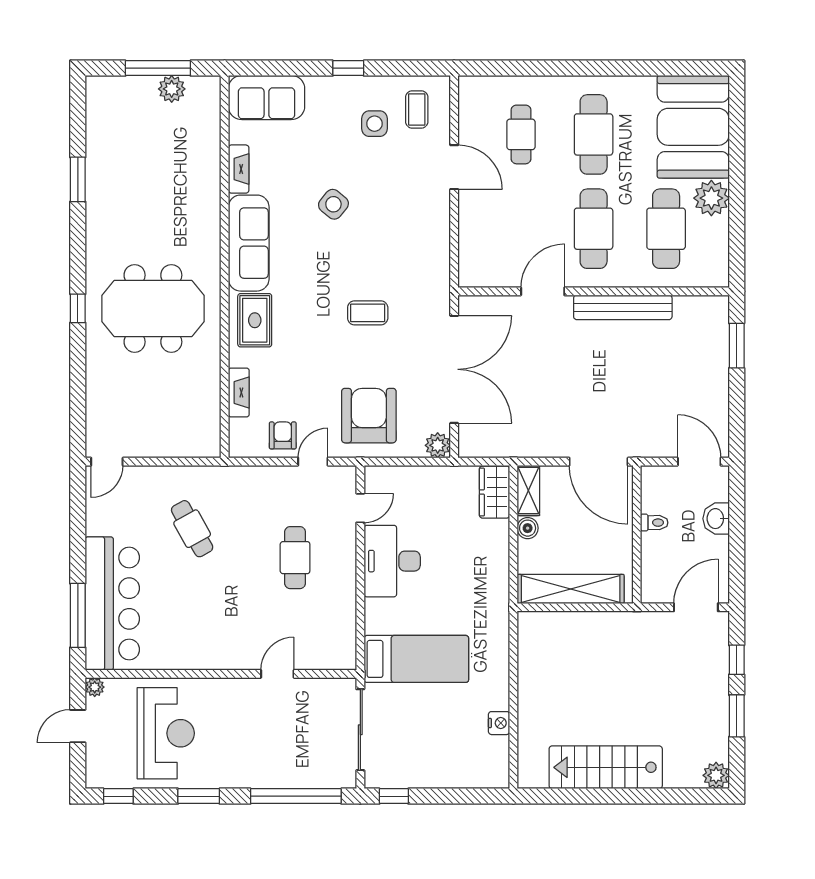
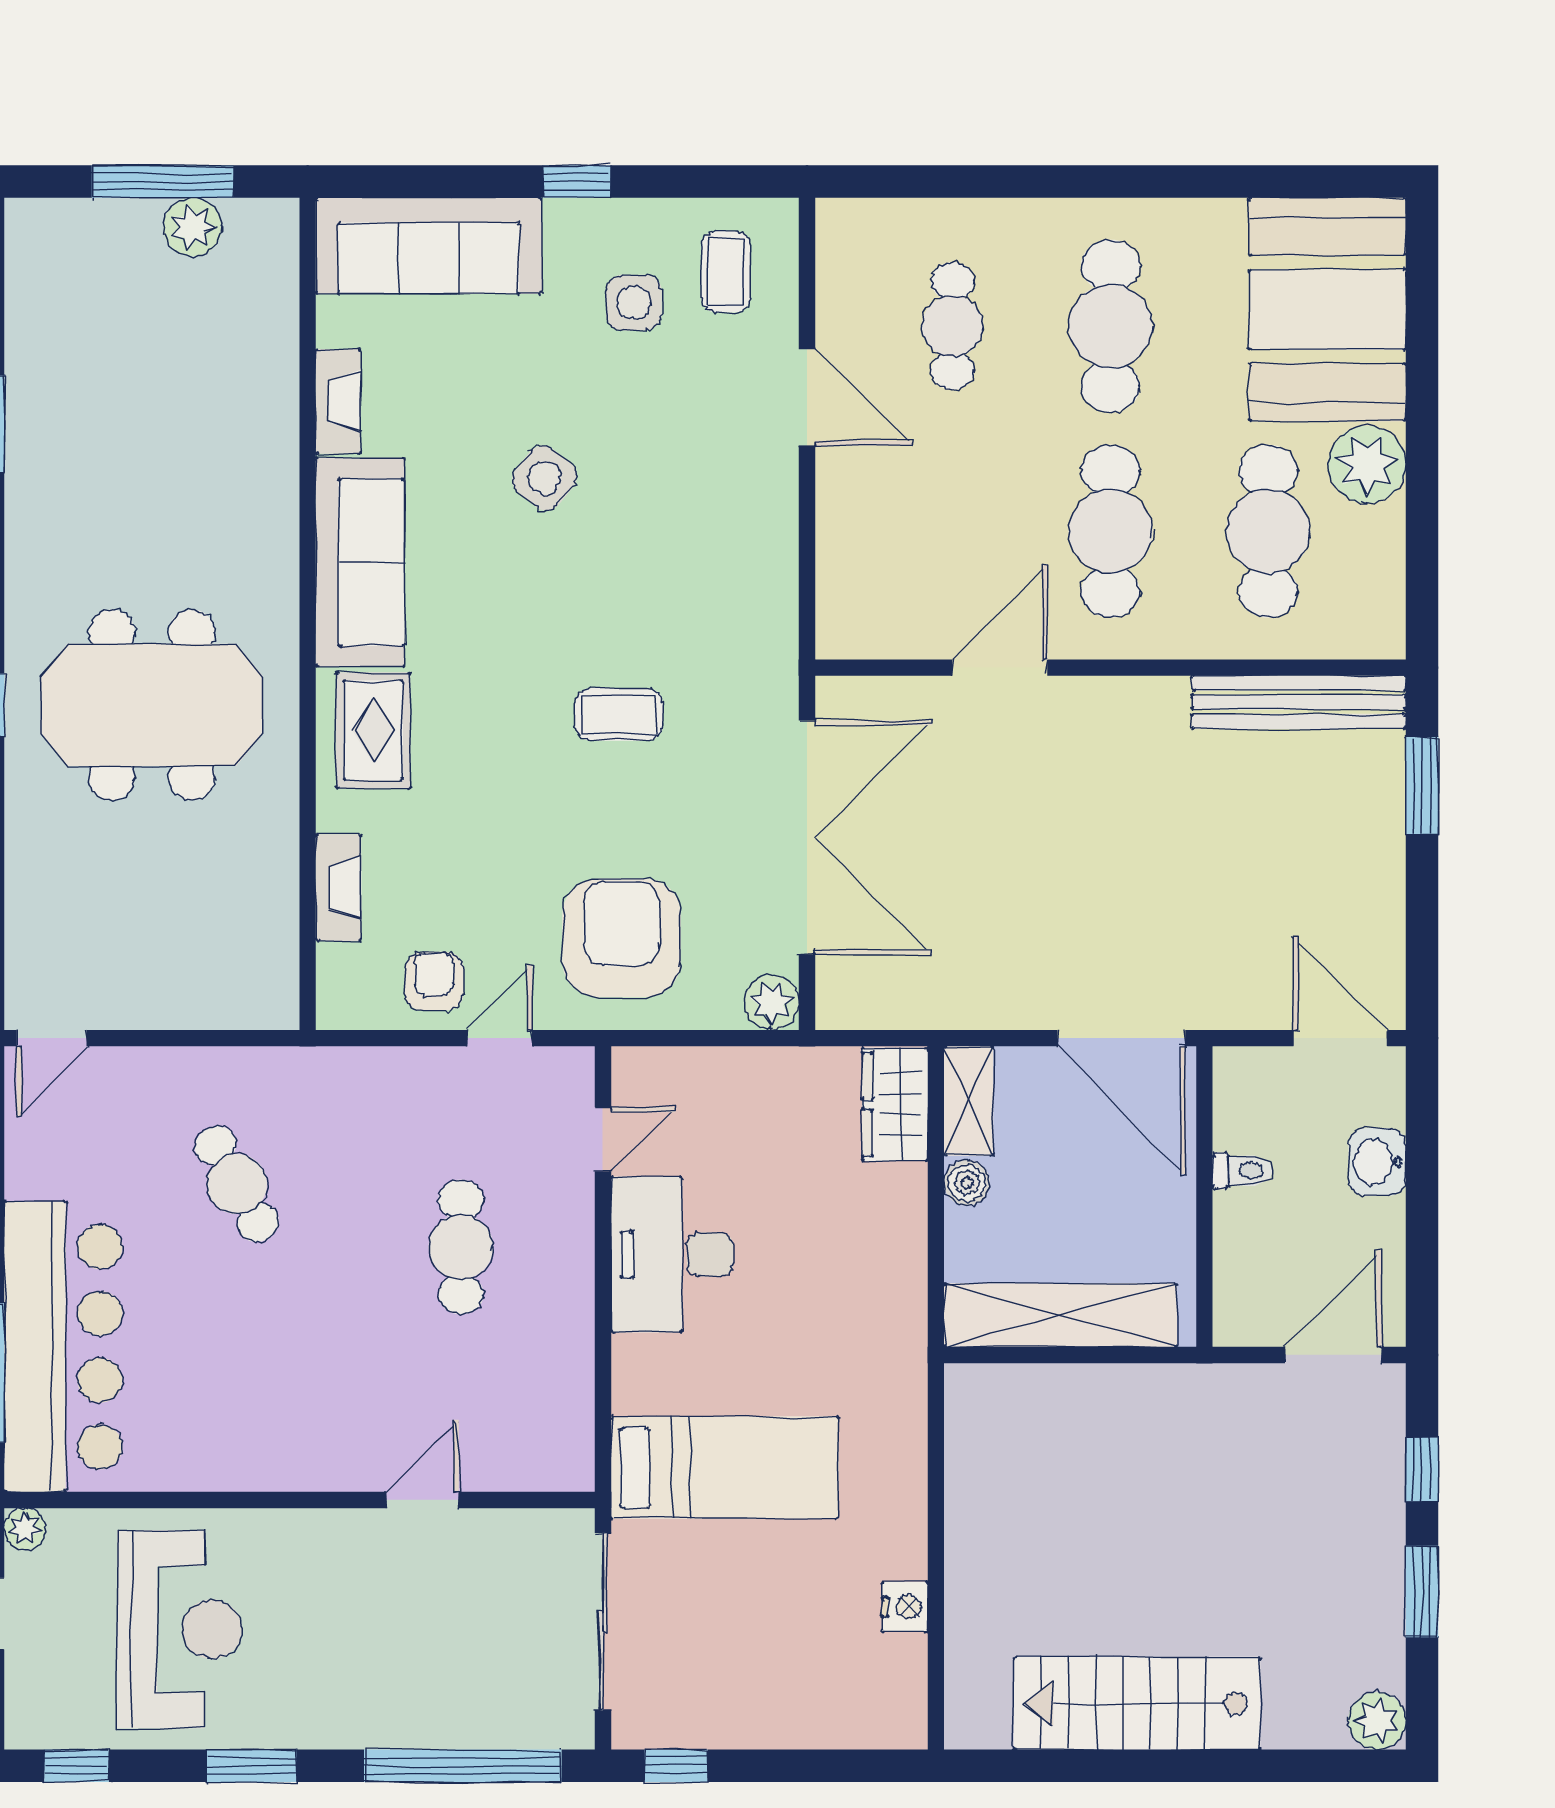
sofa: (266, 98) -> (429, 246), width x1.36
bench: (623, 307) -> (1299, 702), moved

